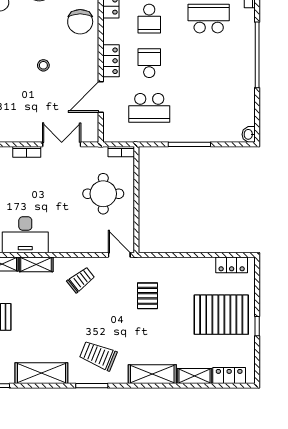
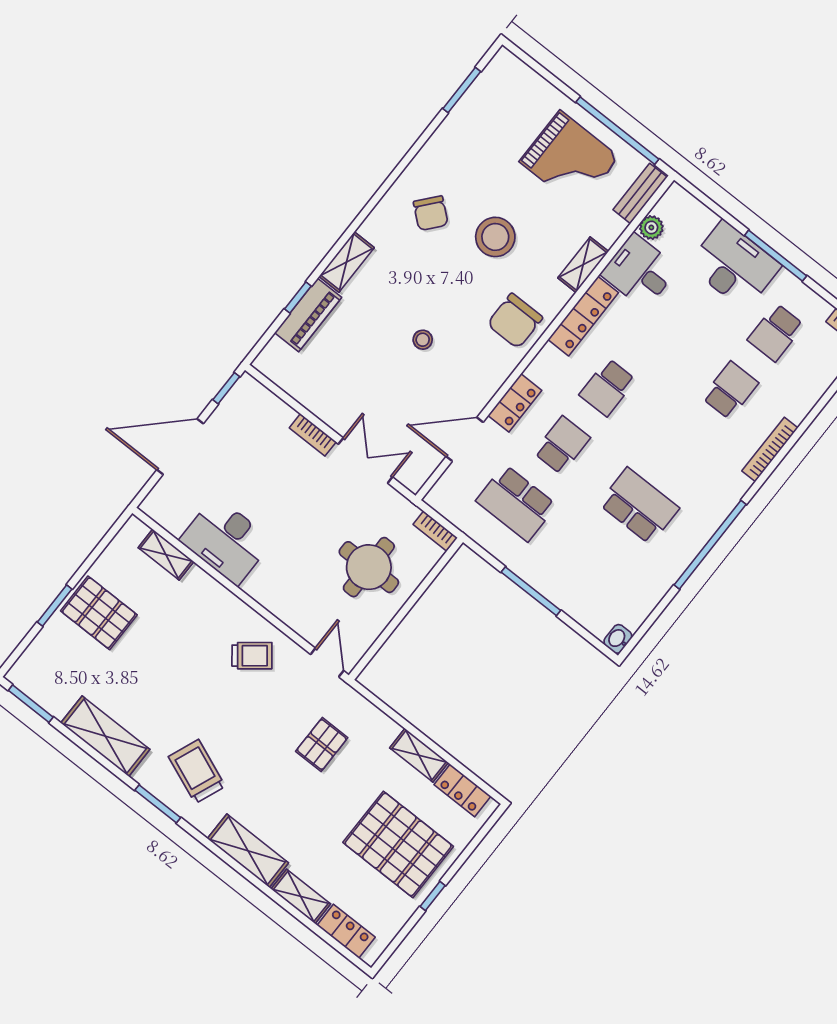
school desk: (209, 19) -> (639, 506), moved
shelving: (36, 264) -> (419, 755), moved

